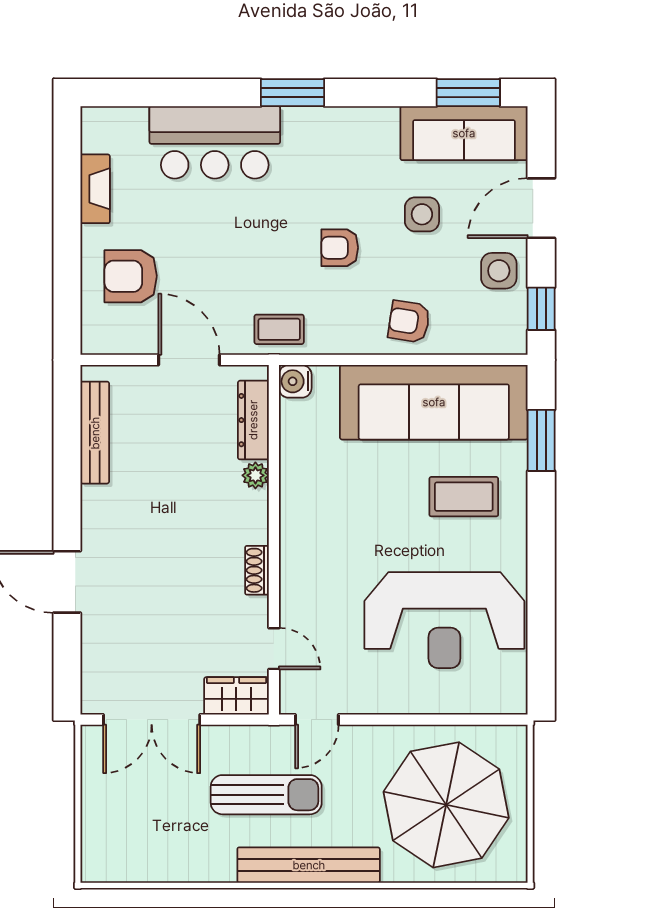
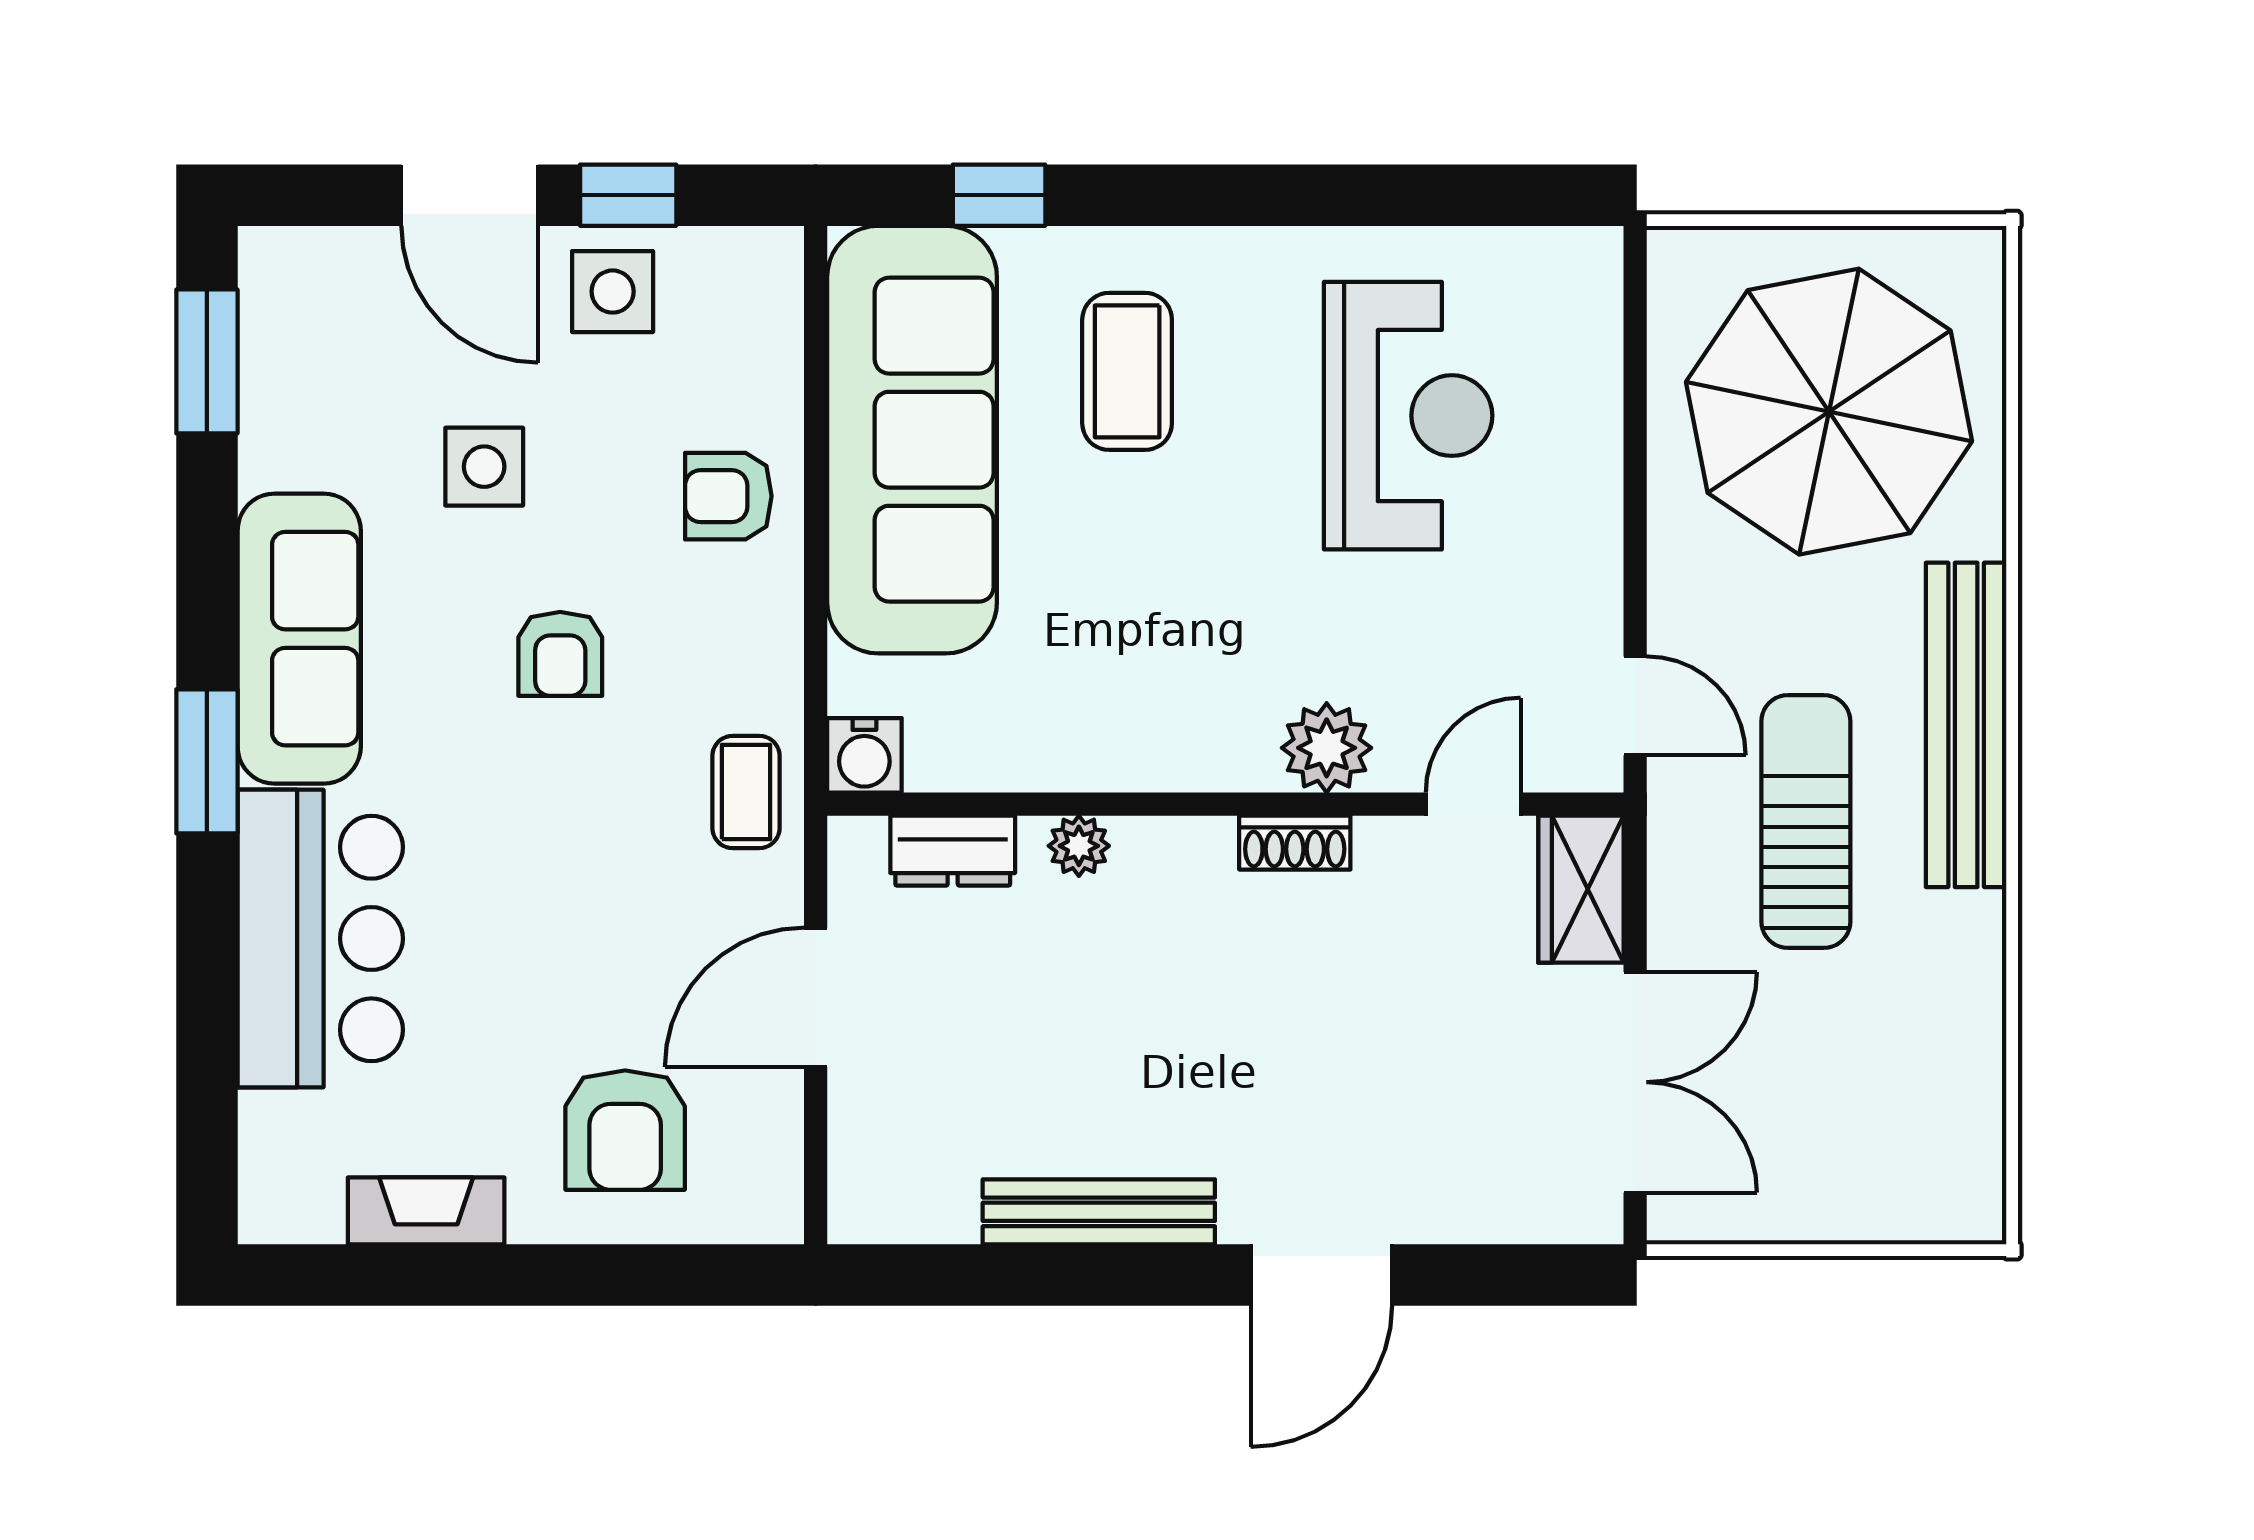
sofa: (464, 133) -> (299, 639), moved
window: (541, 309) -> (628, 195), moved
armchair: (409, 322) -> (728, 496), turned 81
dresser: (253, 420) -> (953, 851), width x0.70
bench: (95, 433) -> (1099, 1212), moved
window: (541, 440) -> (999, 195), width x0.67
plant: (299, 584) -> (1327, 748), added
reception desk: (444, 620) -> (1408, 416), width x0.74, depth x0.77

